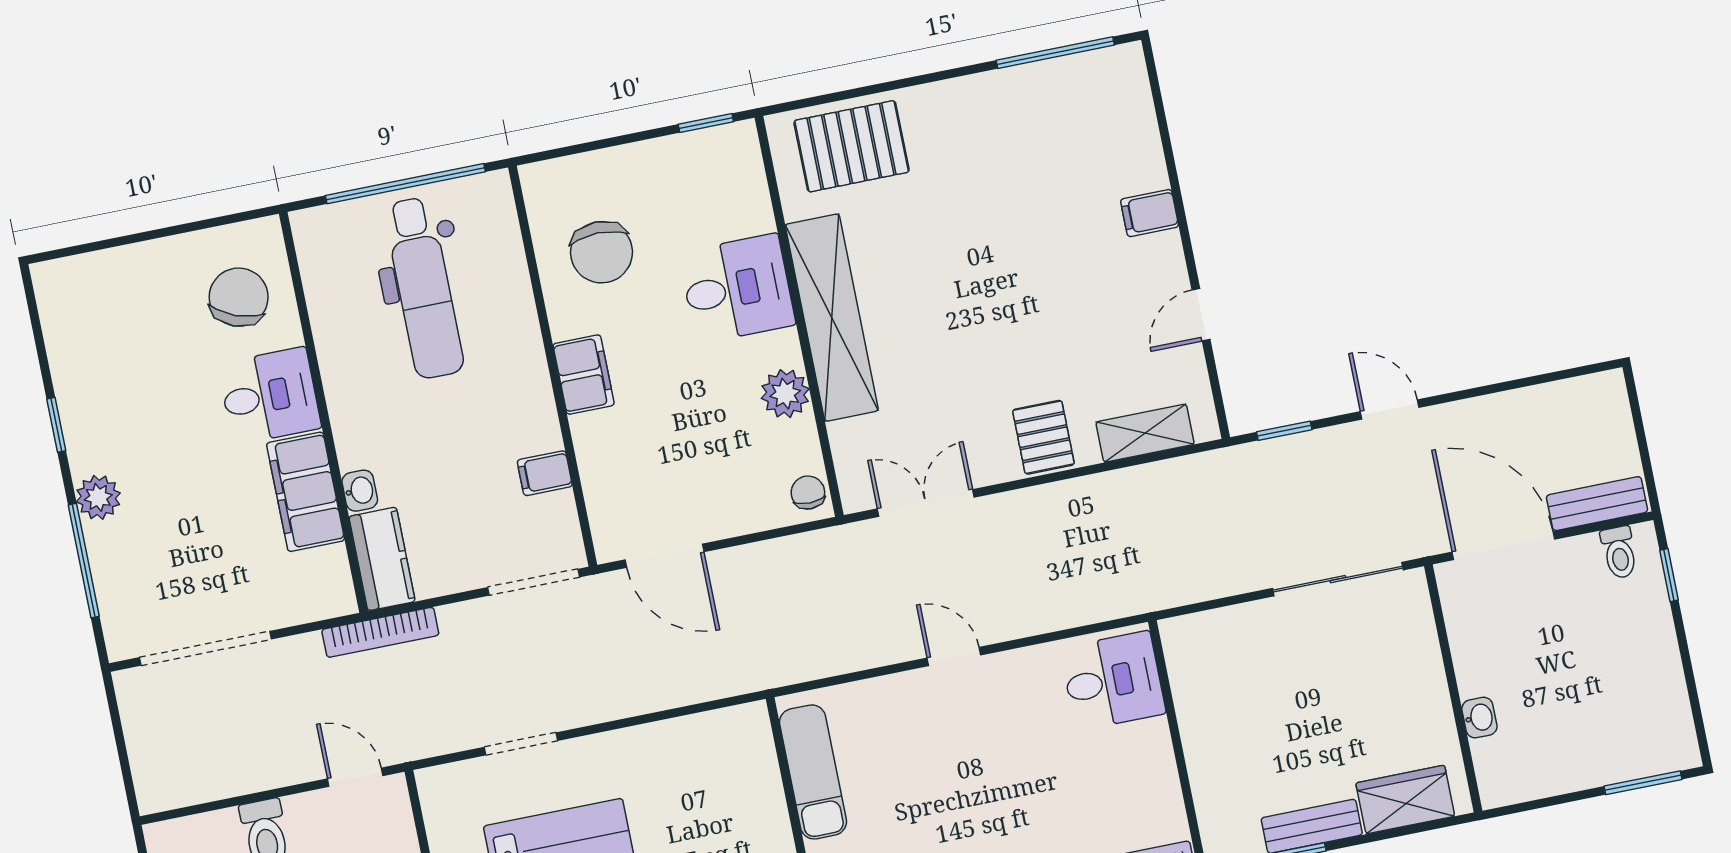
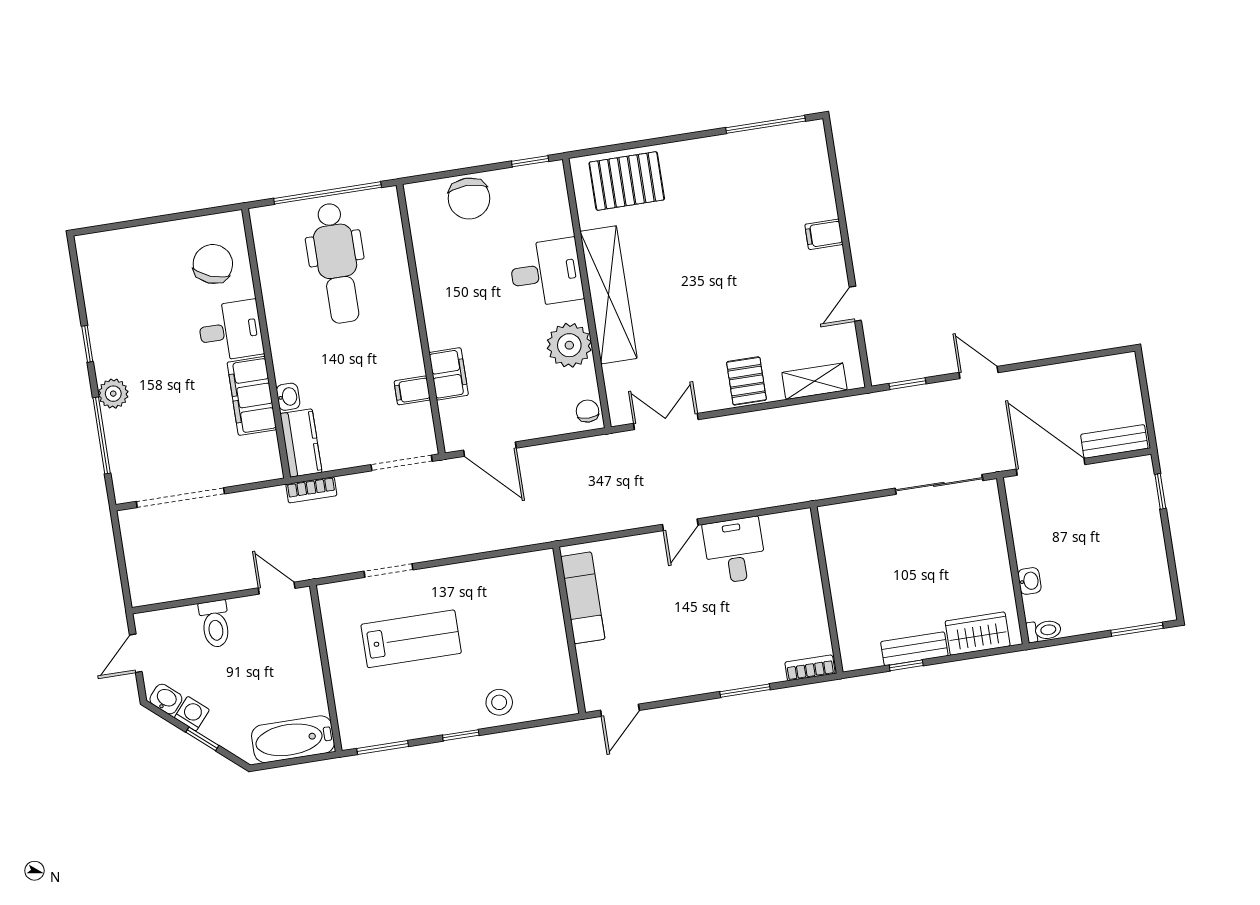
chair: (602, 252) -> (469, 198), moved
filing cabinet: (584, 375) -> (449, 374), moved
plant: (785, 394) -> (569, 345), width x1.36, depth x1.36
toilet: (1619, 552) -> (1044, 631), moved, turned -90
bookcase: (380, 632) -> (311, 490), width x0.64
door: (954, 656) -> (680, 525), swing flipped
desk: (1113, 681) -> (735, 551), moved, turned -90

